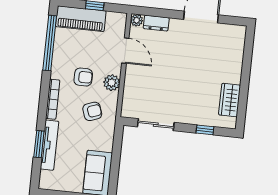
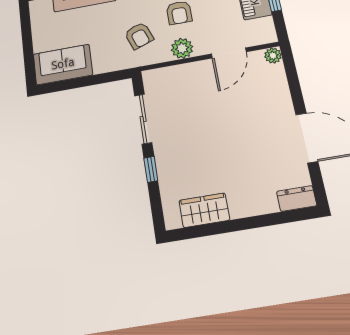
dresser: (156, 23) -> (297, 199), moved, turned 90
window: (205, 130) -> (151, 169), moved

